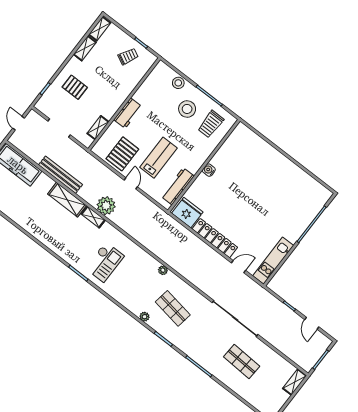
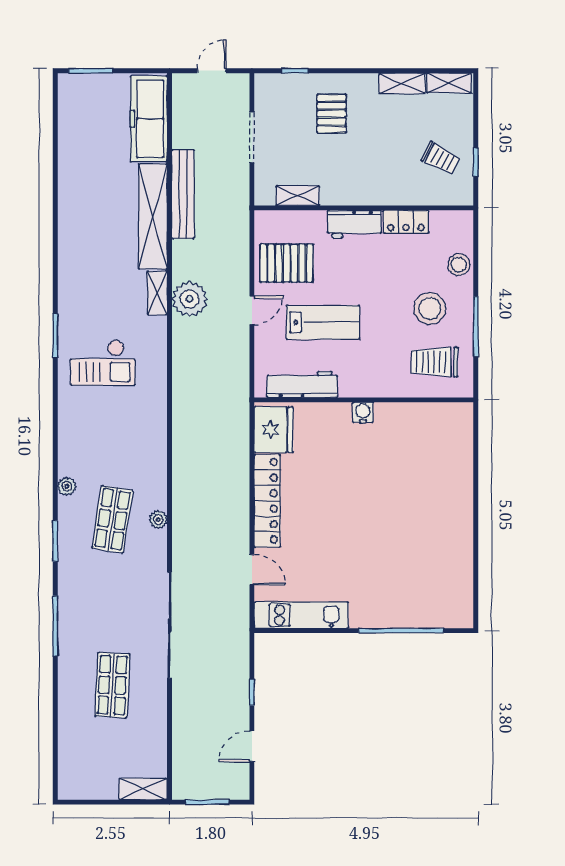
locker: (143, 91) -> (406, 222), added
shelving: (67, 200) -> (153, 216), width x1.47
plant: (163, 270) -> (158, 520), moved

